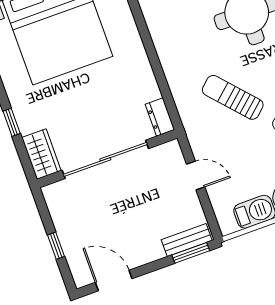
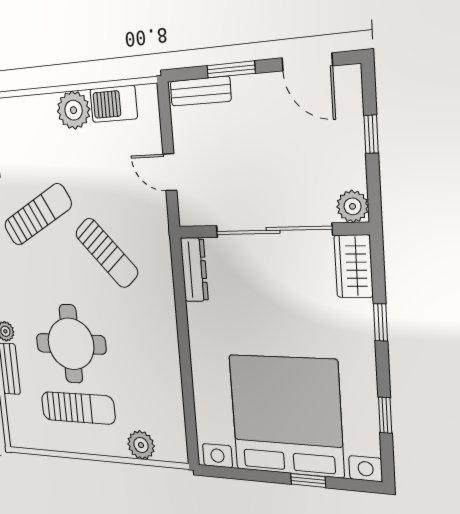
dresser: (160, 117) -> (194, 270), width x1.44
plant: (54, 194) -> (353, 206), added
window: (191, 253) -> (231, 69), moved

